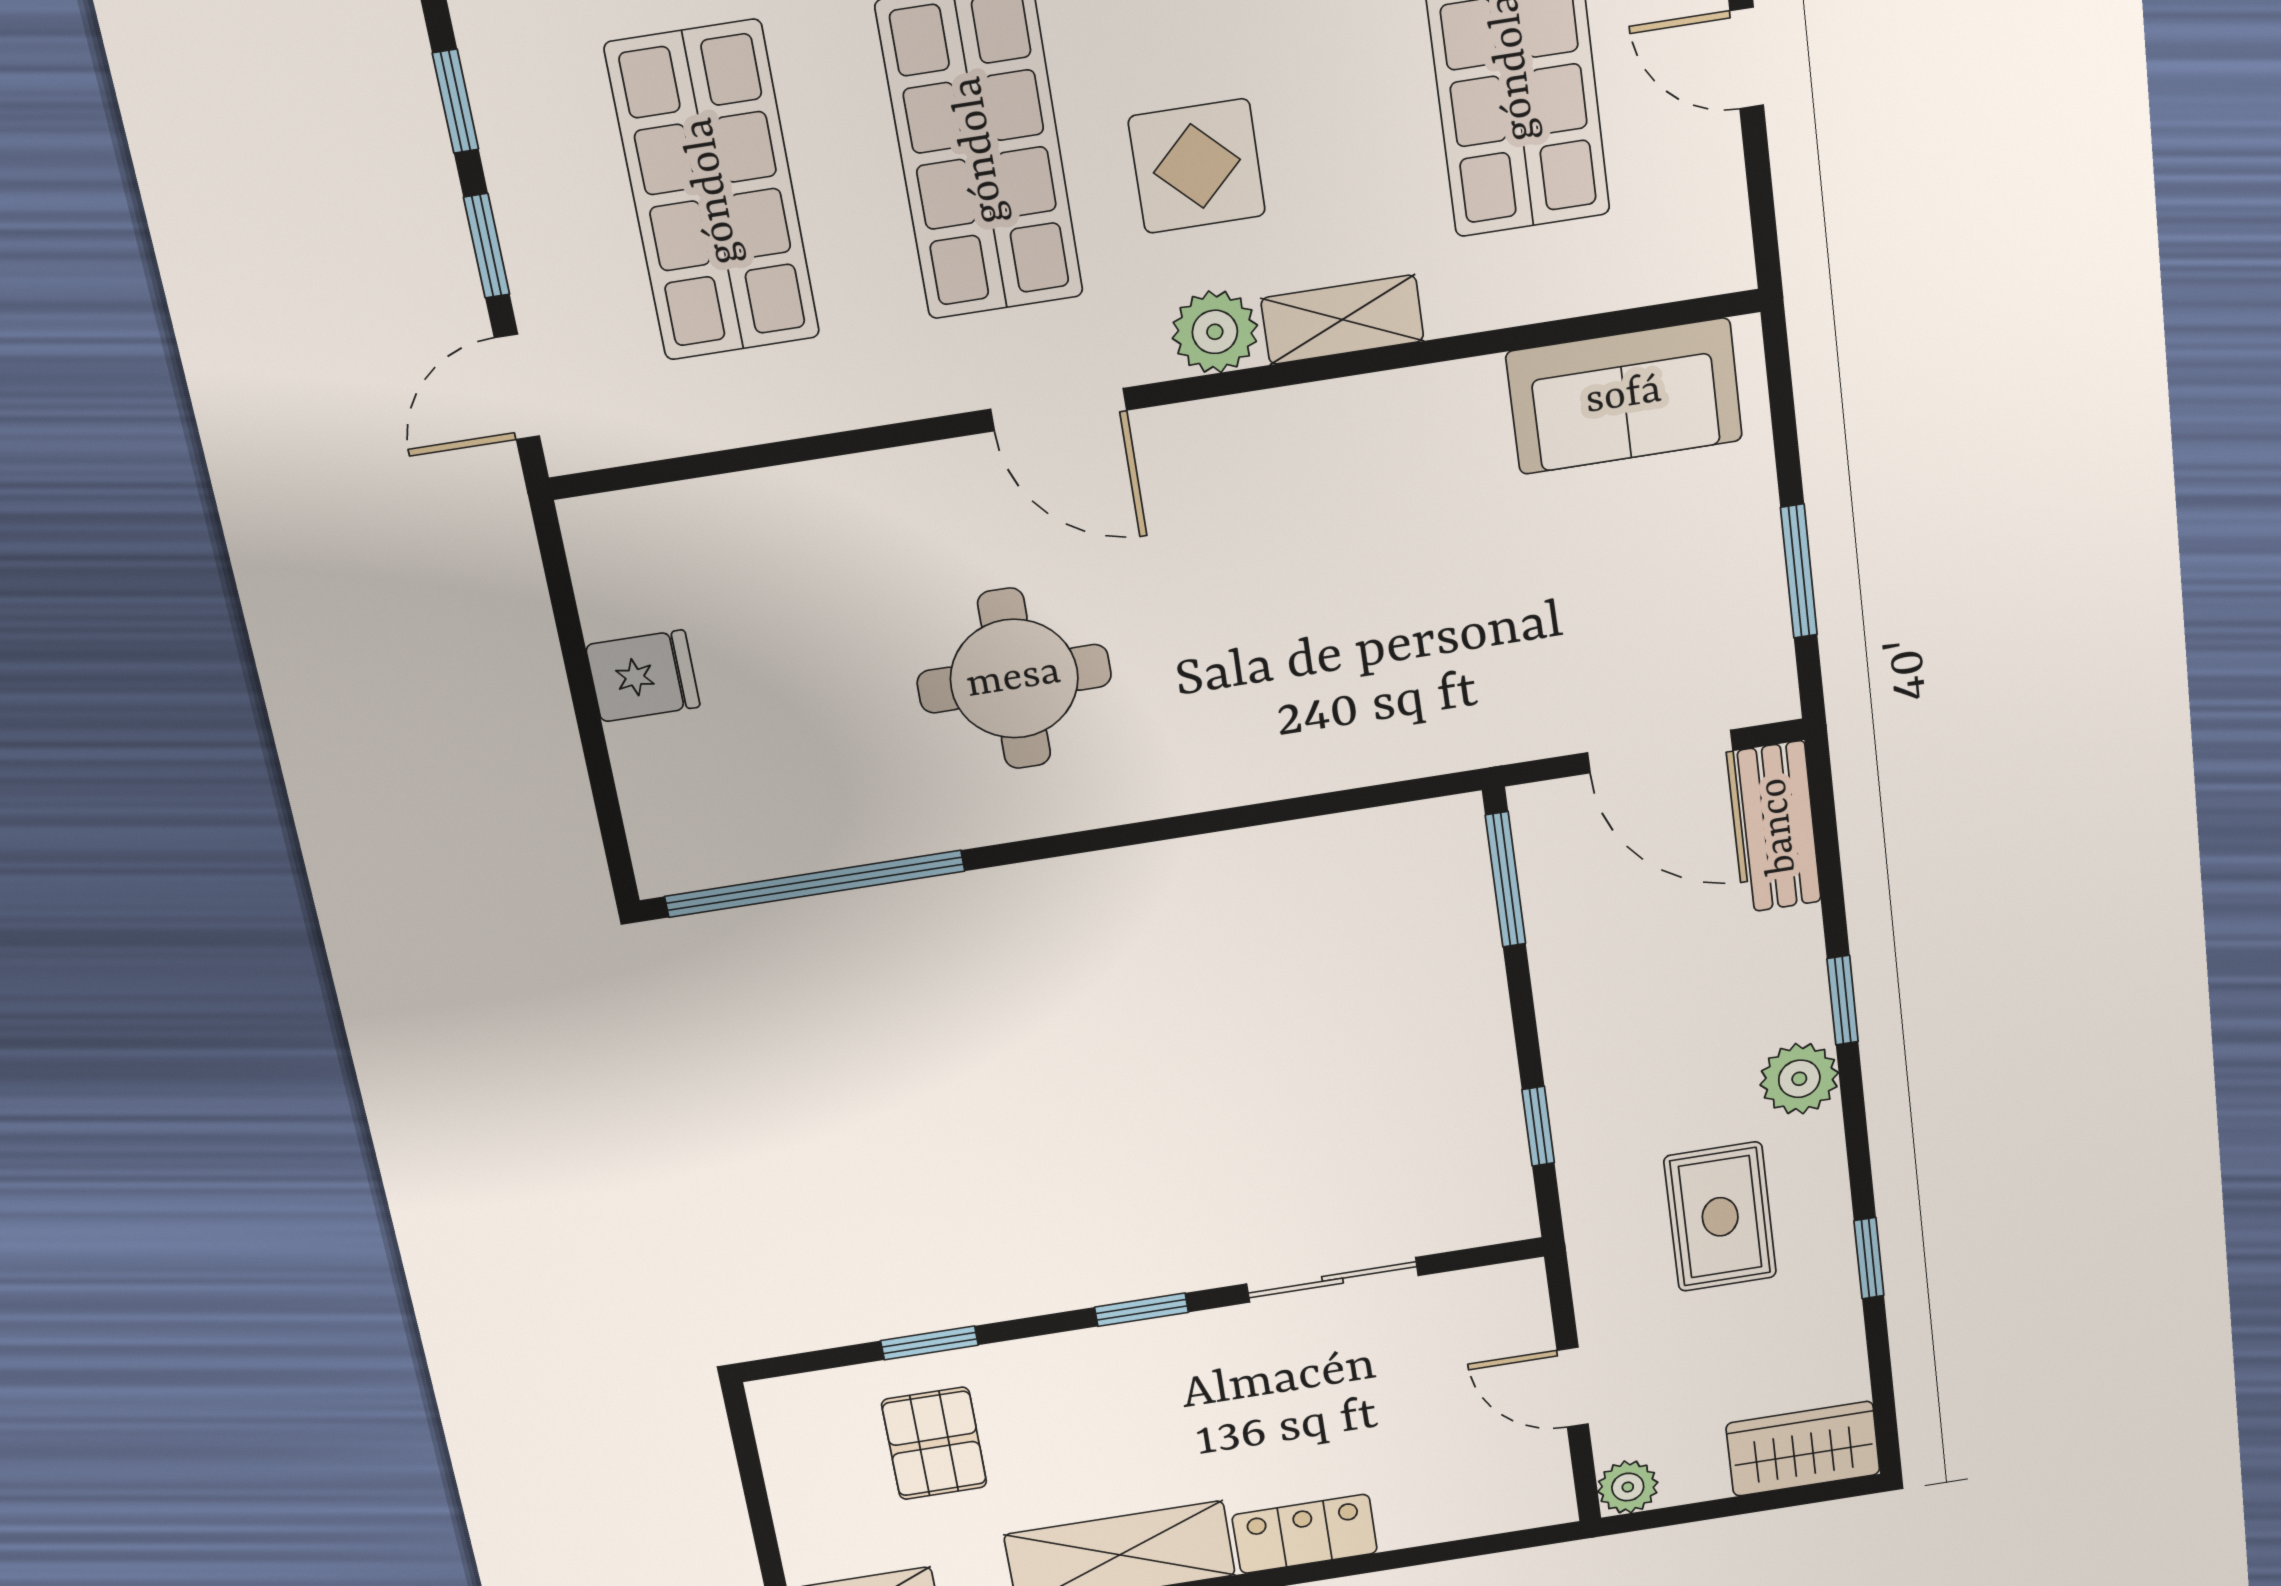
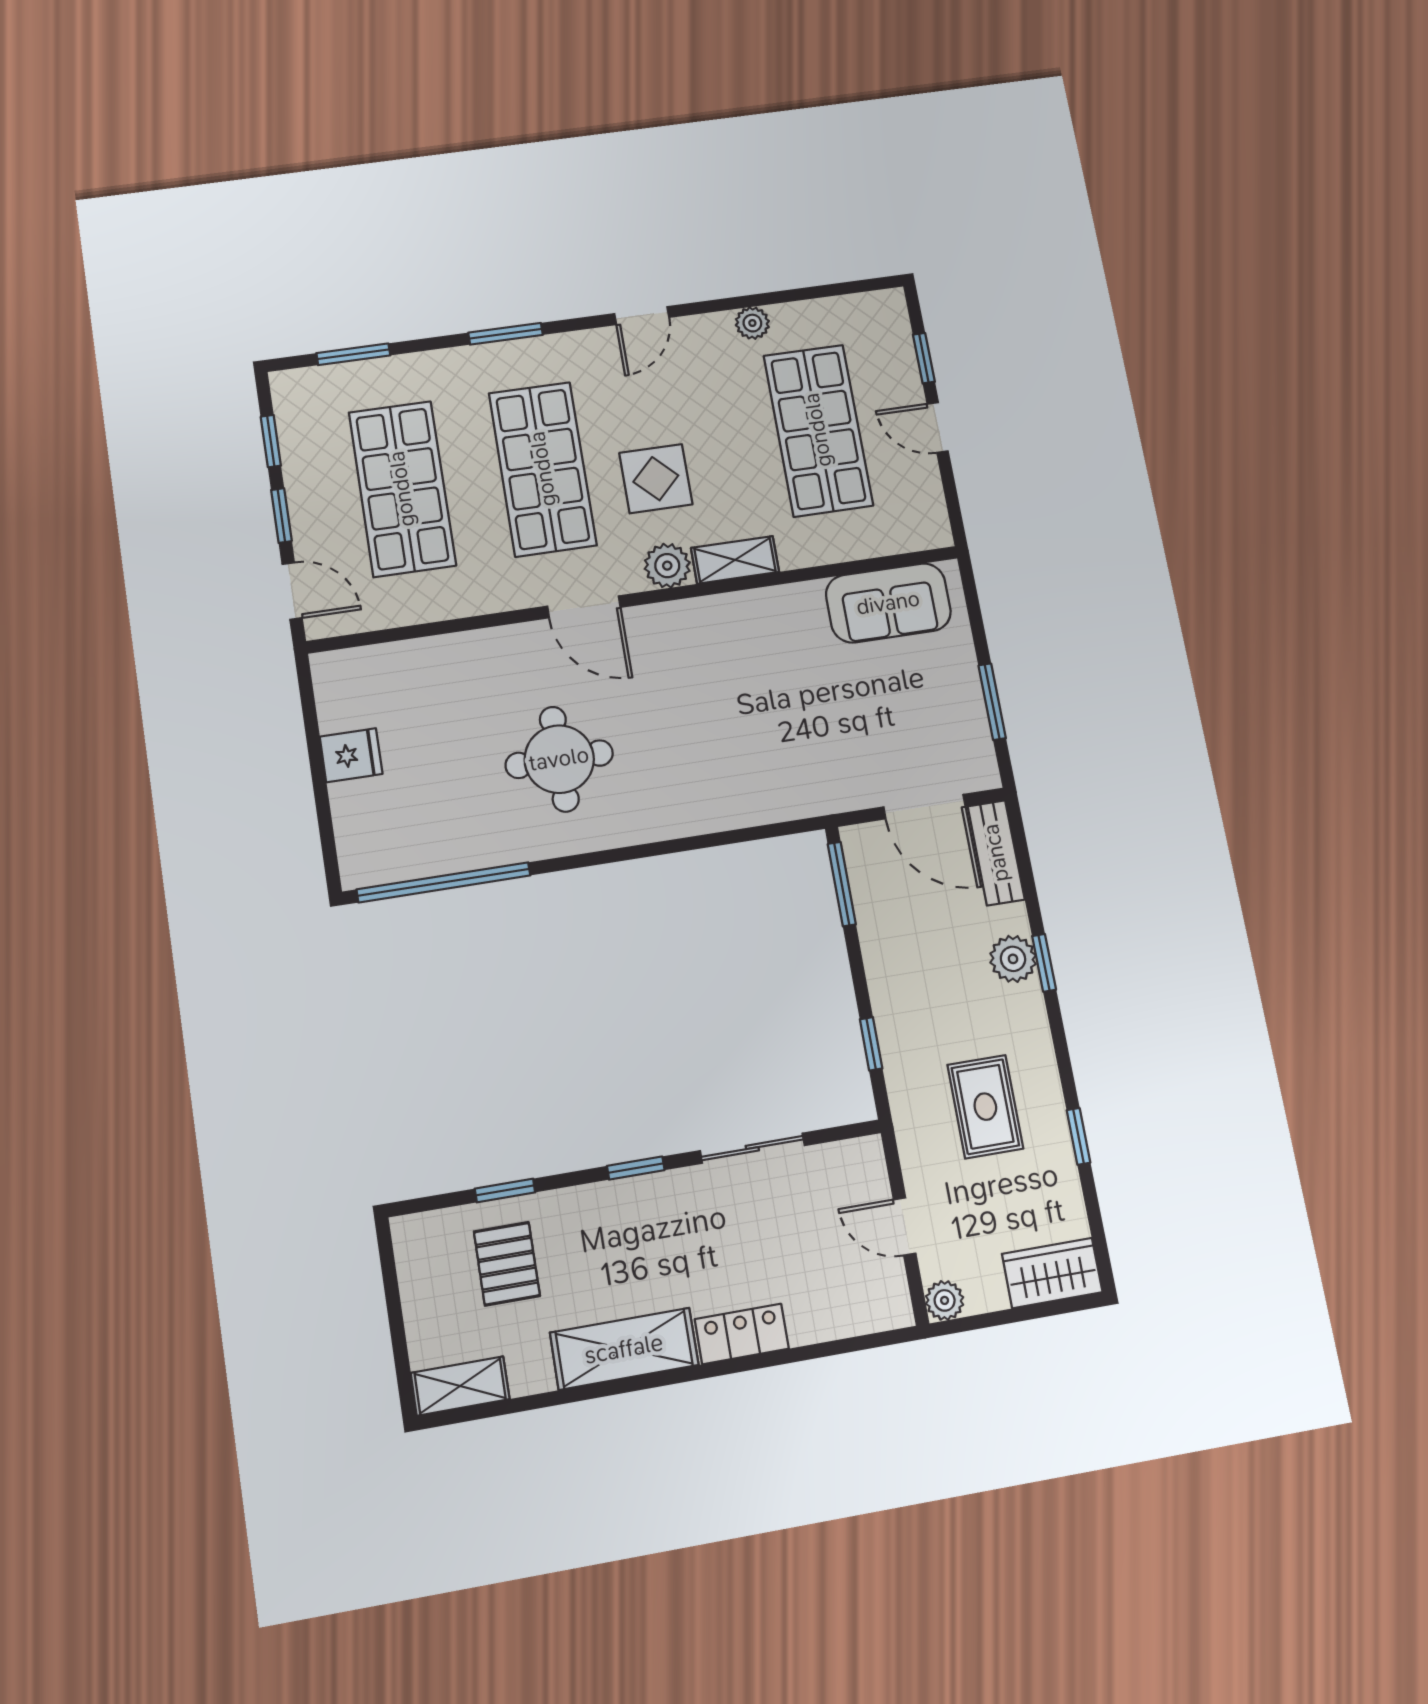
door: (517, 387) -> (292, 591), swing flipped
plant: (1799, 1079) -> (1013, 959), moved

